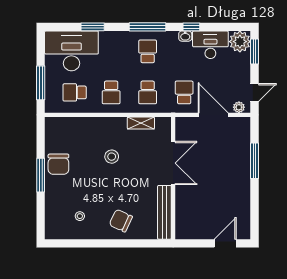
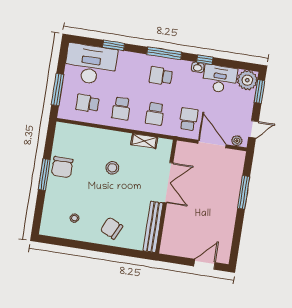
school desk: (148, 51) -> (161, 76), turned -90

